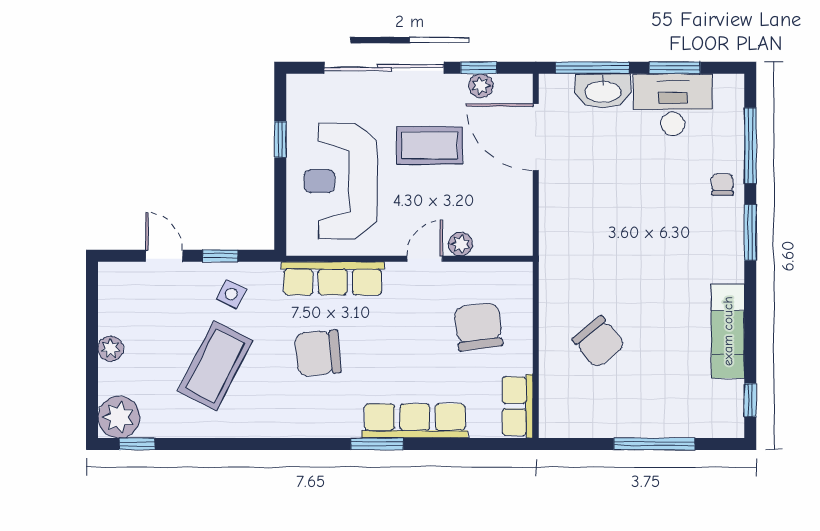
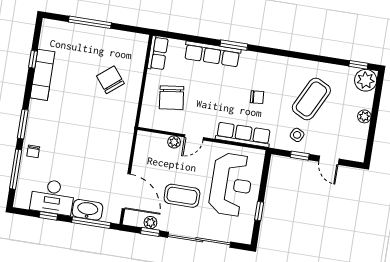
window: (675, 68) -> (48, 216), width x0.67
chair: (318, 353) -> (257, 97), width x0.54, depth x0.54
window: (750, 400) -> (33, 59), moved

